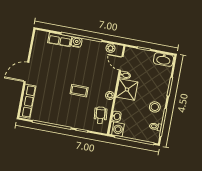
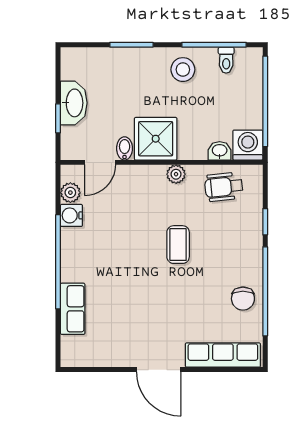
water cooler: (77, 42) -> (71, 215), moved
washbasin: (163, 59) -> (74, 103), moved
chair: (50, 114) -> (243, 299), added

